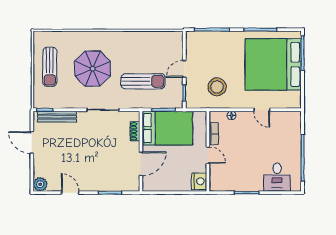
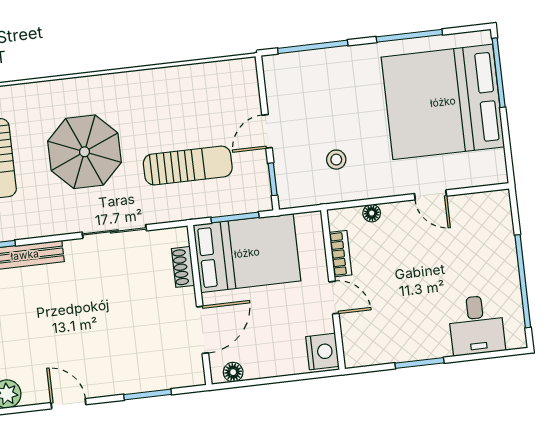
stool: (217, 87) -> (336, 160), width x0.53, depth x0.53
floor lamp: (154, 186) -> (233, 372), added

